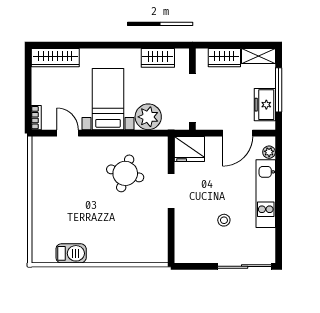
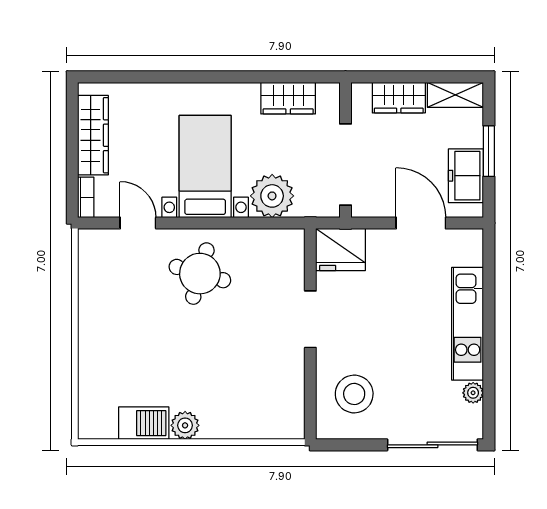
wardrobe: (55, 58) -> (93, 135), moved, turned -90
window: (279, 90) -> (489, 151), width x0.69
door: (238, 133) -> (421, 223), swing flipped
plant: (269, 152) -> (473, 393), moved
round table: (125, 173) -> (200, 274), moved
stool: (224, 220) -> (354, 394), moved, width x1.89, depth x1.89
plant: (96, 255) -> (185, 425), added

